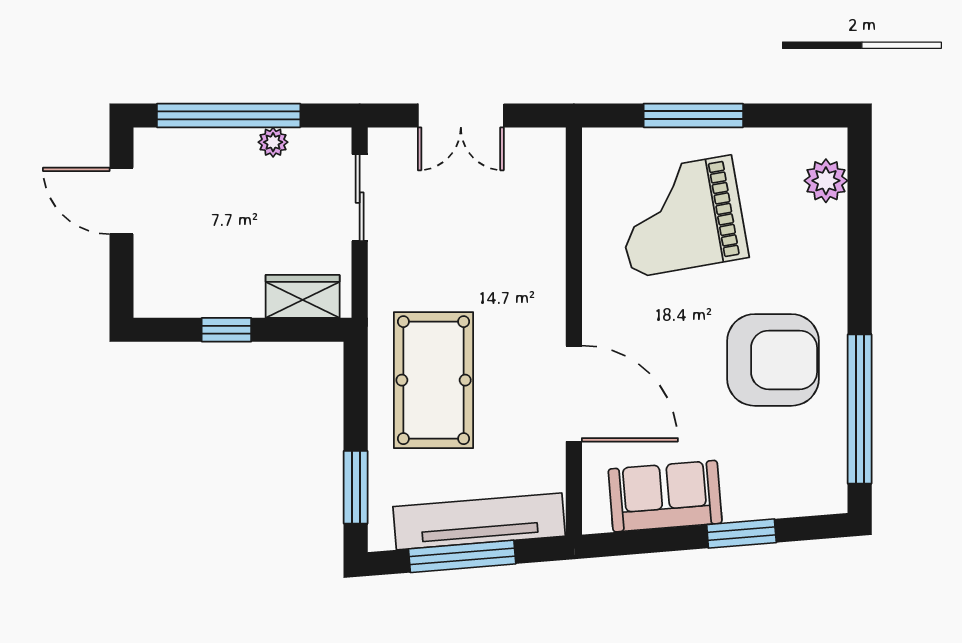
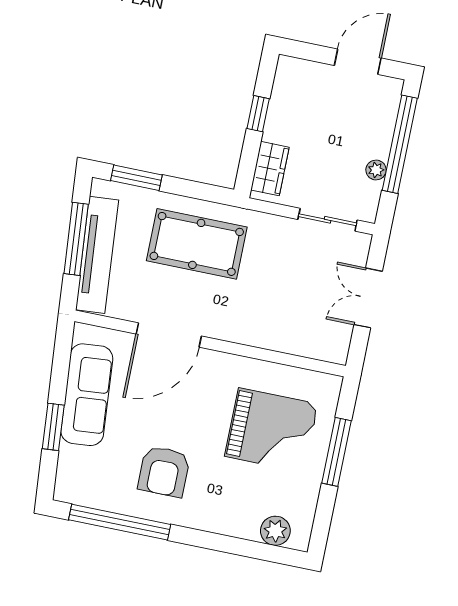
grand piano: (681, 216) -> (271, 430), turned 100
armchair: (773, 360) -> (164, 471), width x0.73, depth x0.73
sofa: (665, 496) -> (87, 395), width x1.36

